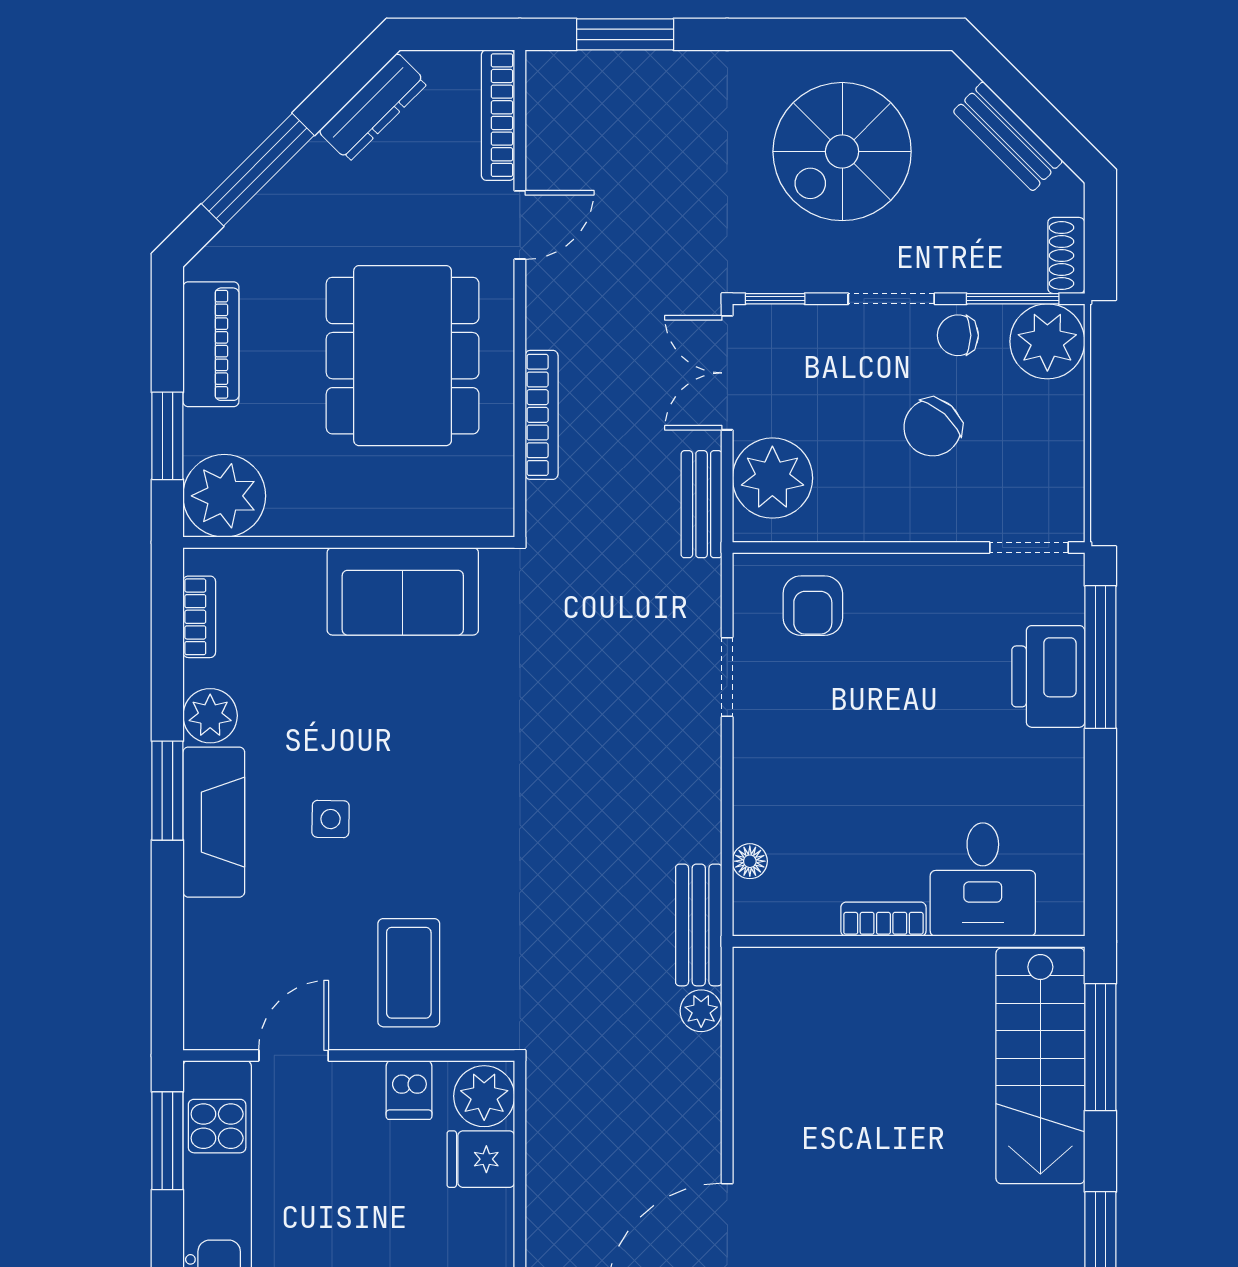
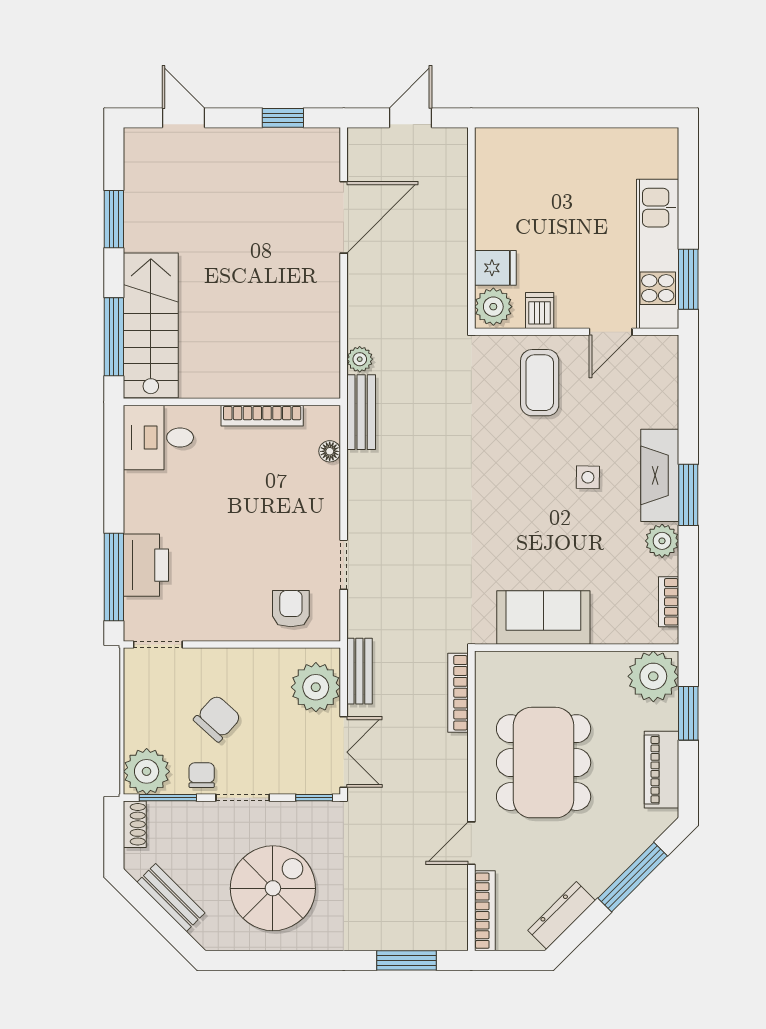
chair: (958, 335) -> (202, 775), turned -90
bookcase: (542, 415) -> (458, 693), moved
desk: (983, 880) -> (158, 437), moved, turned -90
bookcase: (883, 919) -> (262, 416), width x1.56

